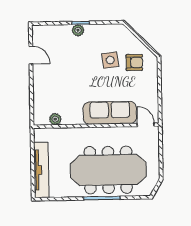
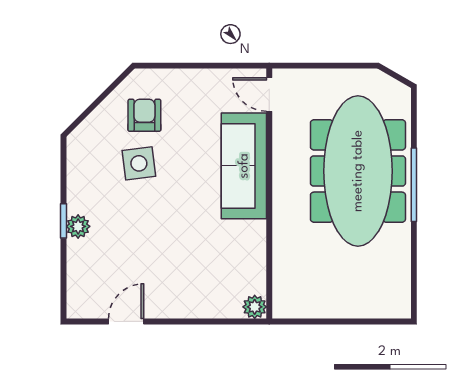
plant: (55, 119) -> (255, 307), moved
door: (146, 125) -> (269, 94), hinge flipped
tv unit: (41, 170) -> (356, 305), removed

